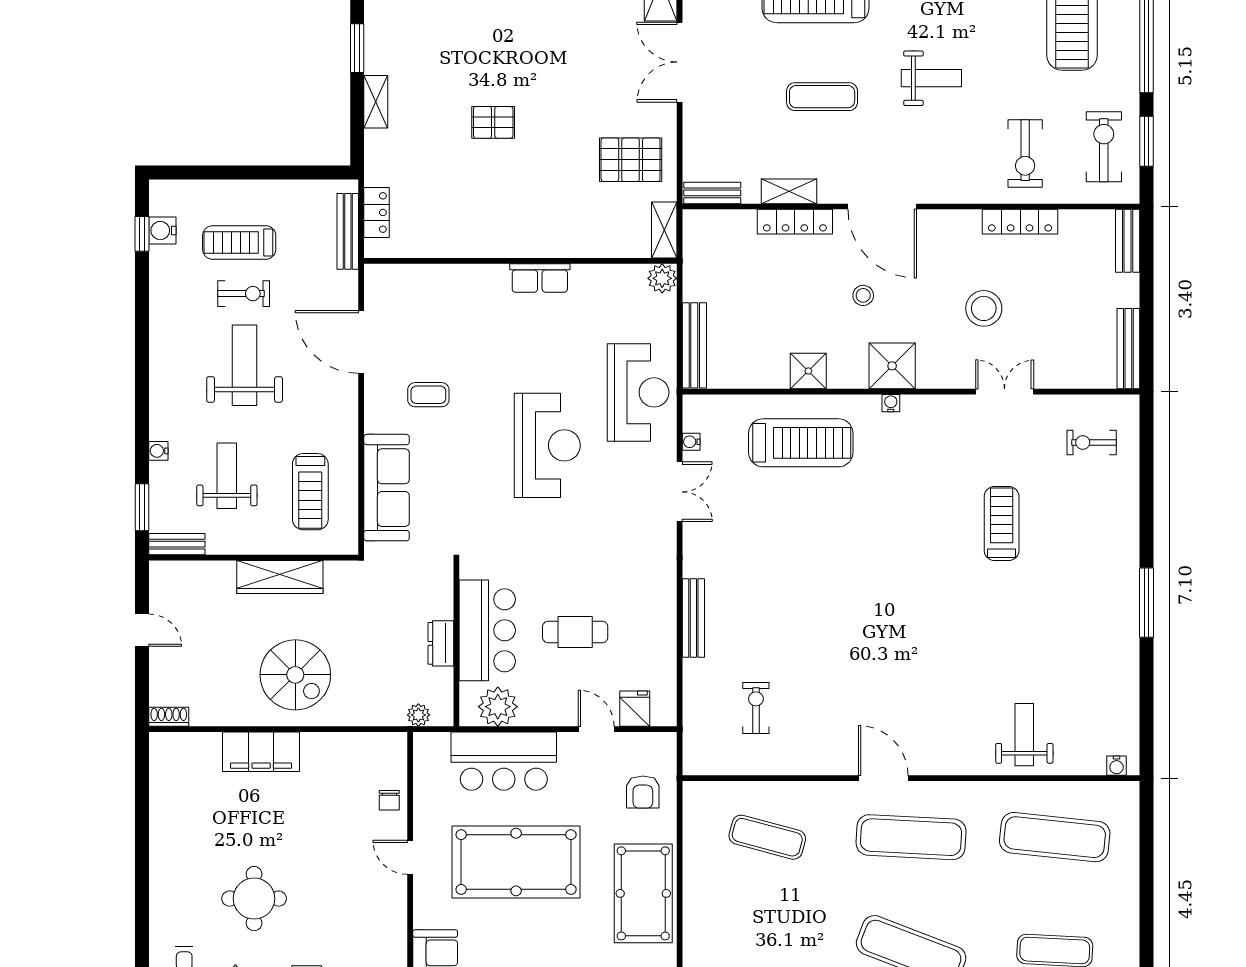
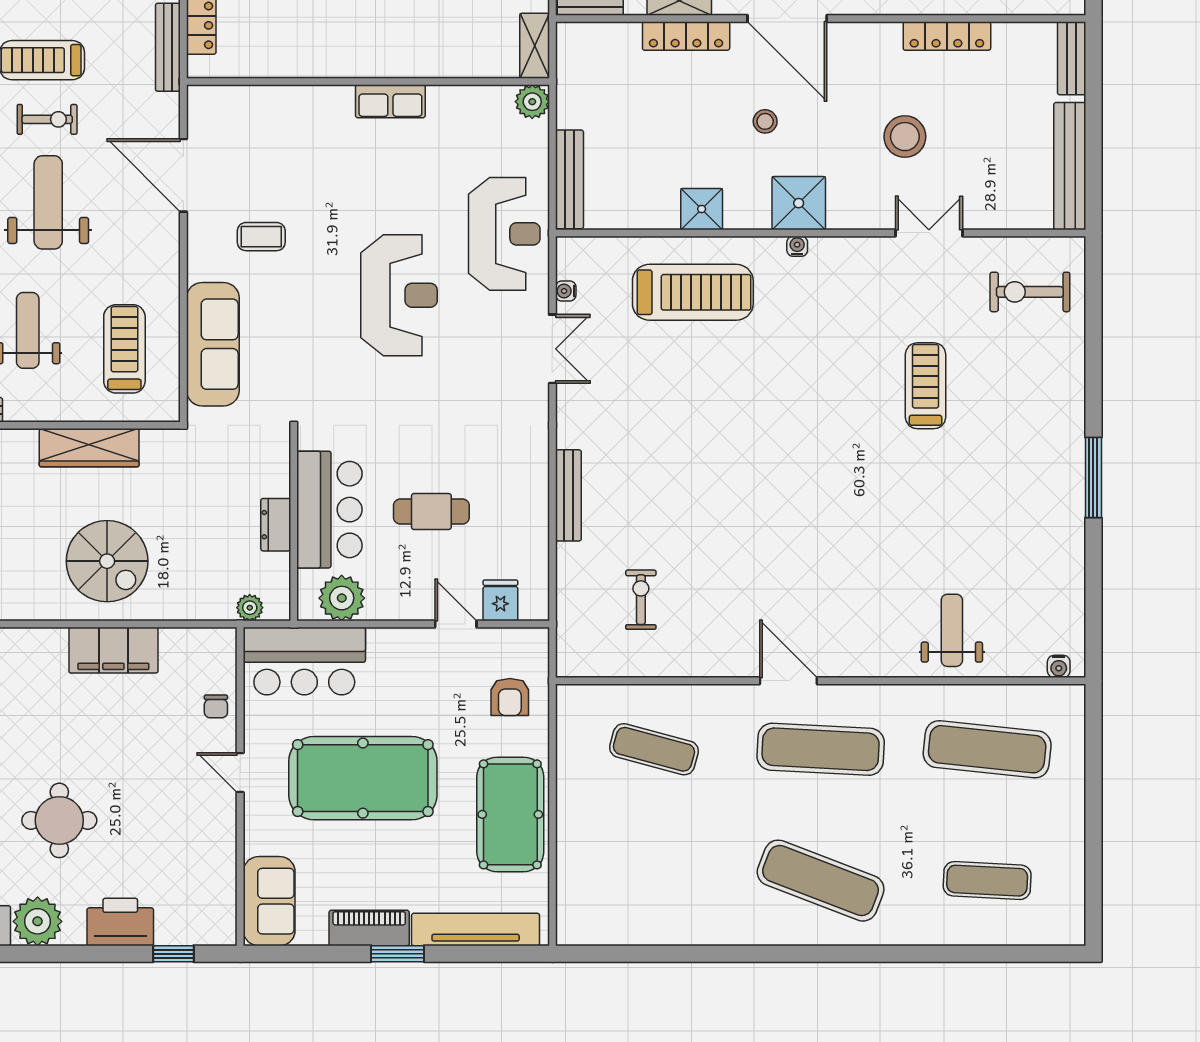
bench: (1128, 349) -> (1070, 166), width x1.37, depth x1.21
exercise bike: (1092, 443) -> (1030, 292), width x1.38, depth x1.39
treadmill: (310, 492) -> (124, 349), turned 180
filing cabinet: (261, 752) -> (113, 650), moved
bar counter: (504, 761) -> (304, 661), moved

